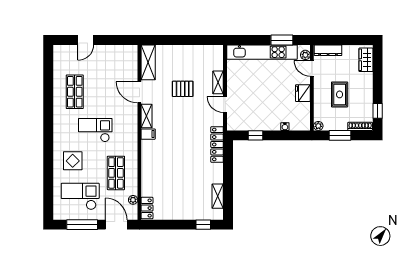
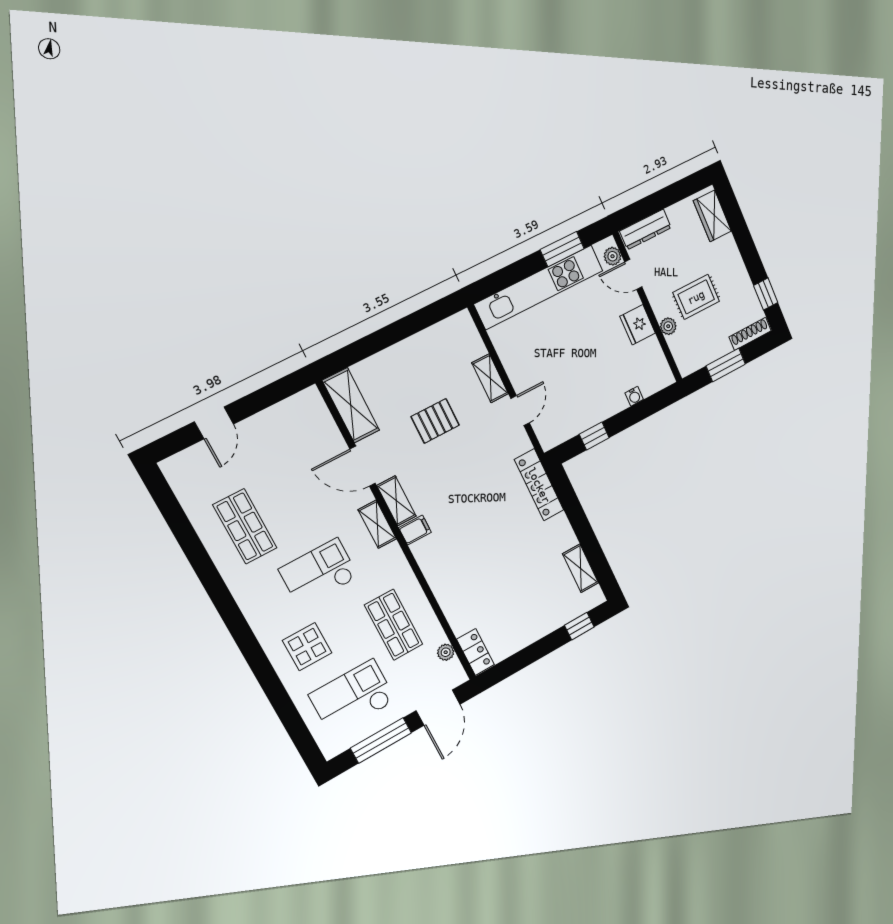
rug: (340, 94) -> (696, 297), turned 90
door: (225, 105) -> (520, 411), swing flipped
shelving: (132, 122) -> (377, 524), added
plant: (318, 126) -> (668, 326), moved
door: (116, 225) -> (438, 708), swing flipped

